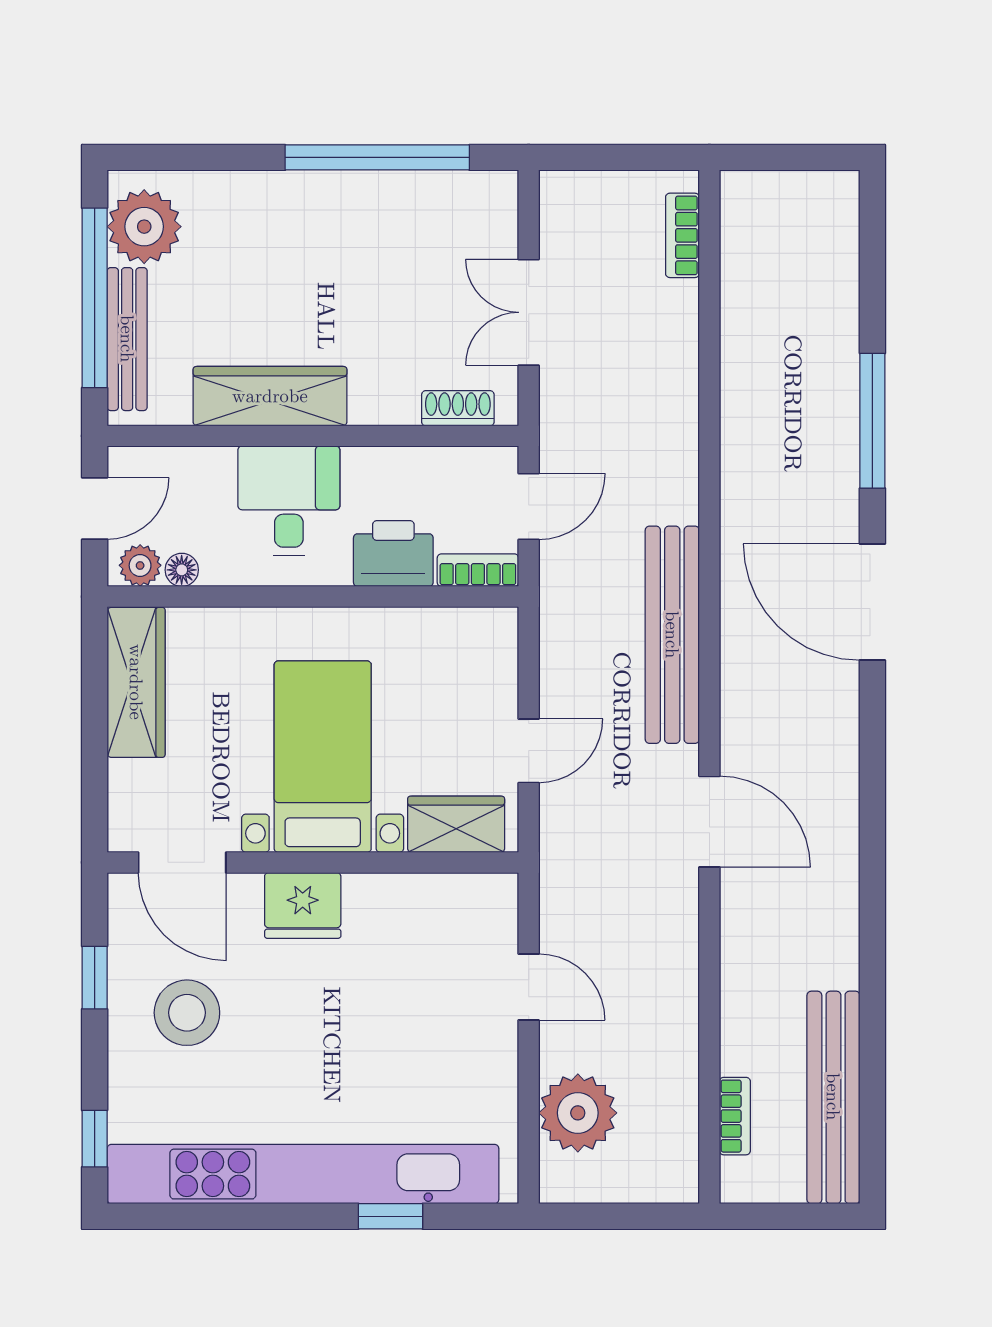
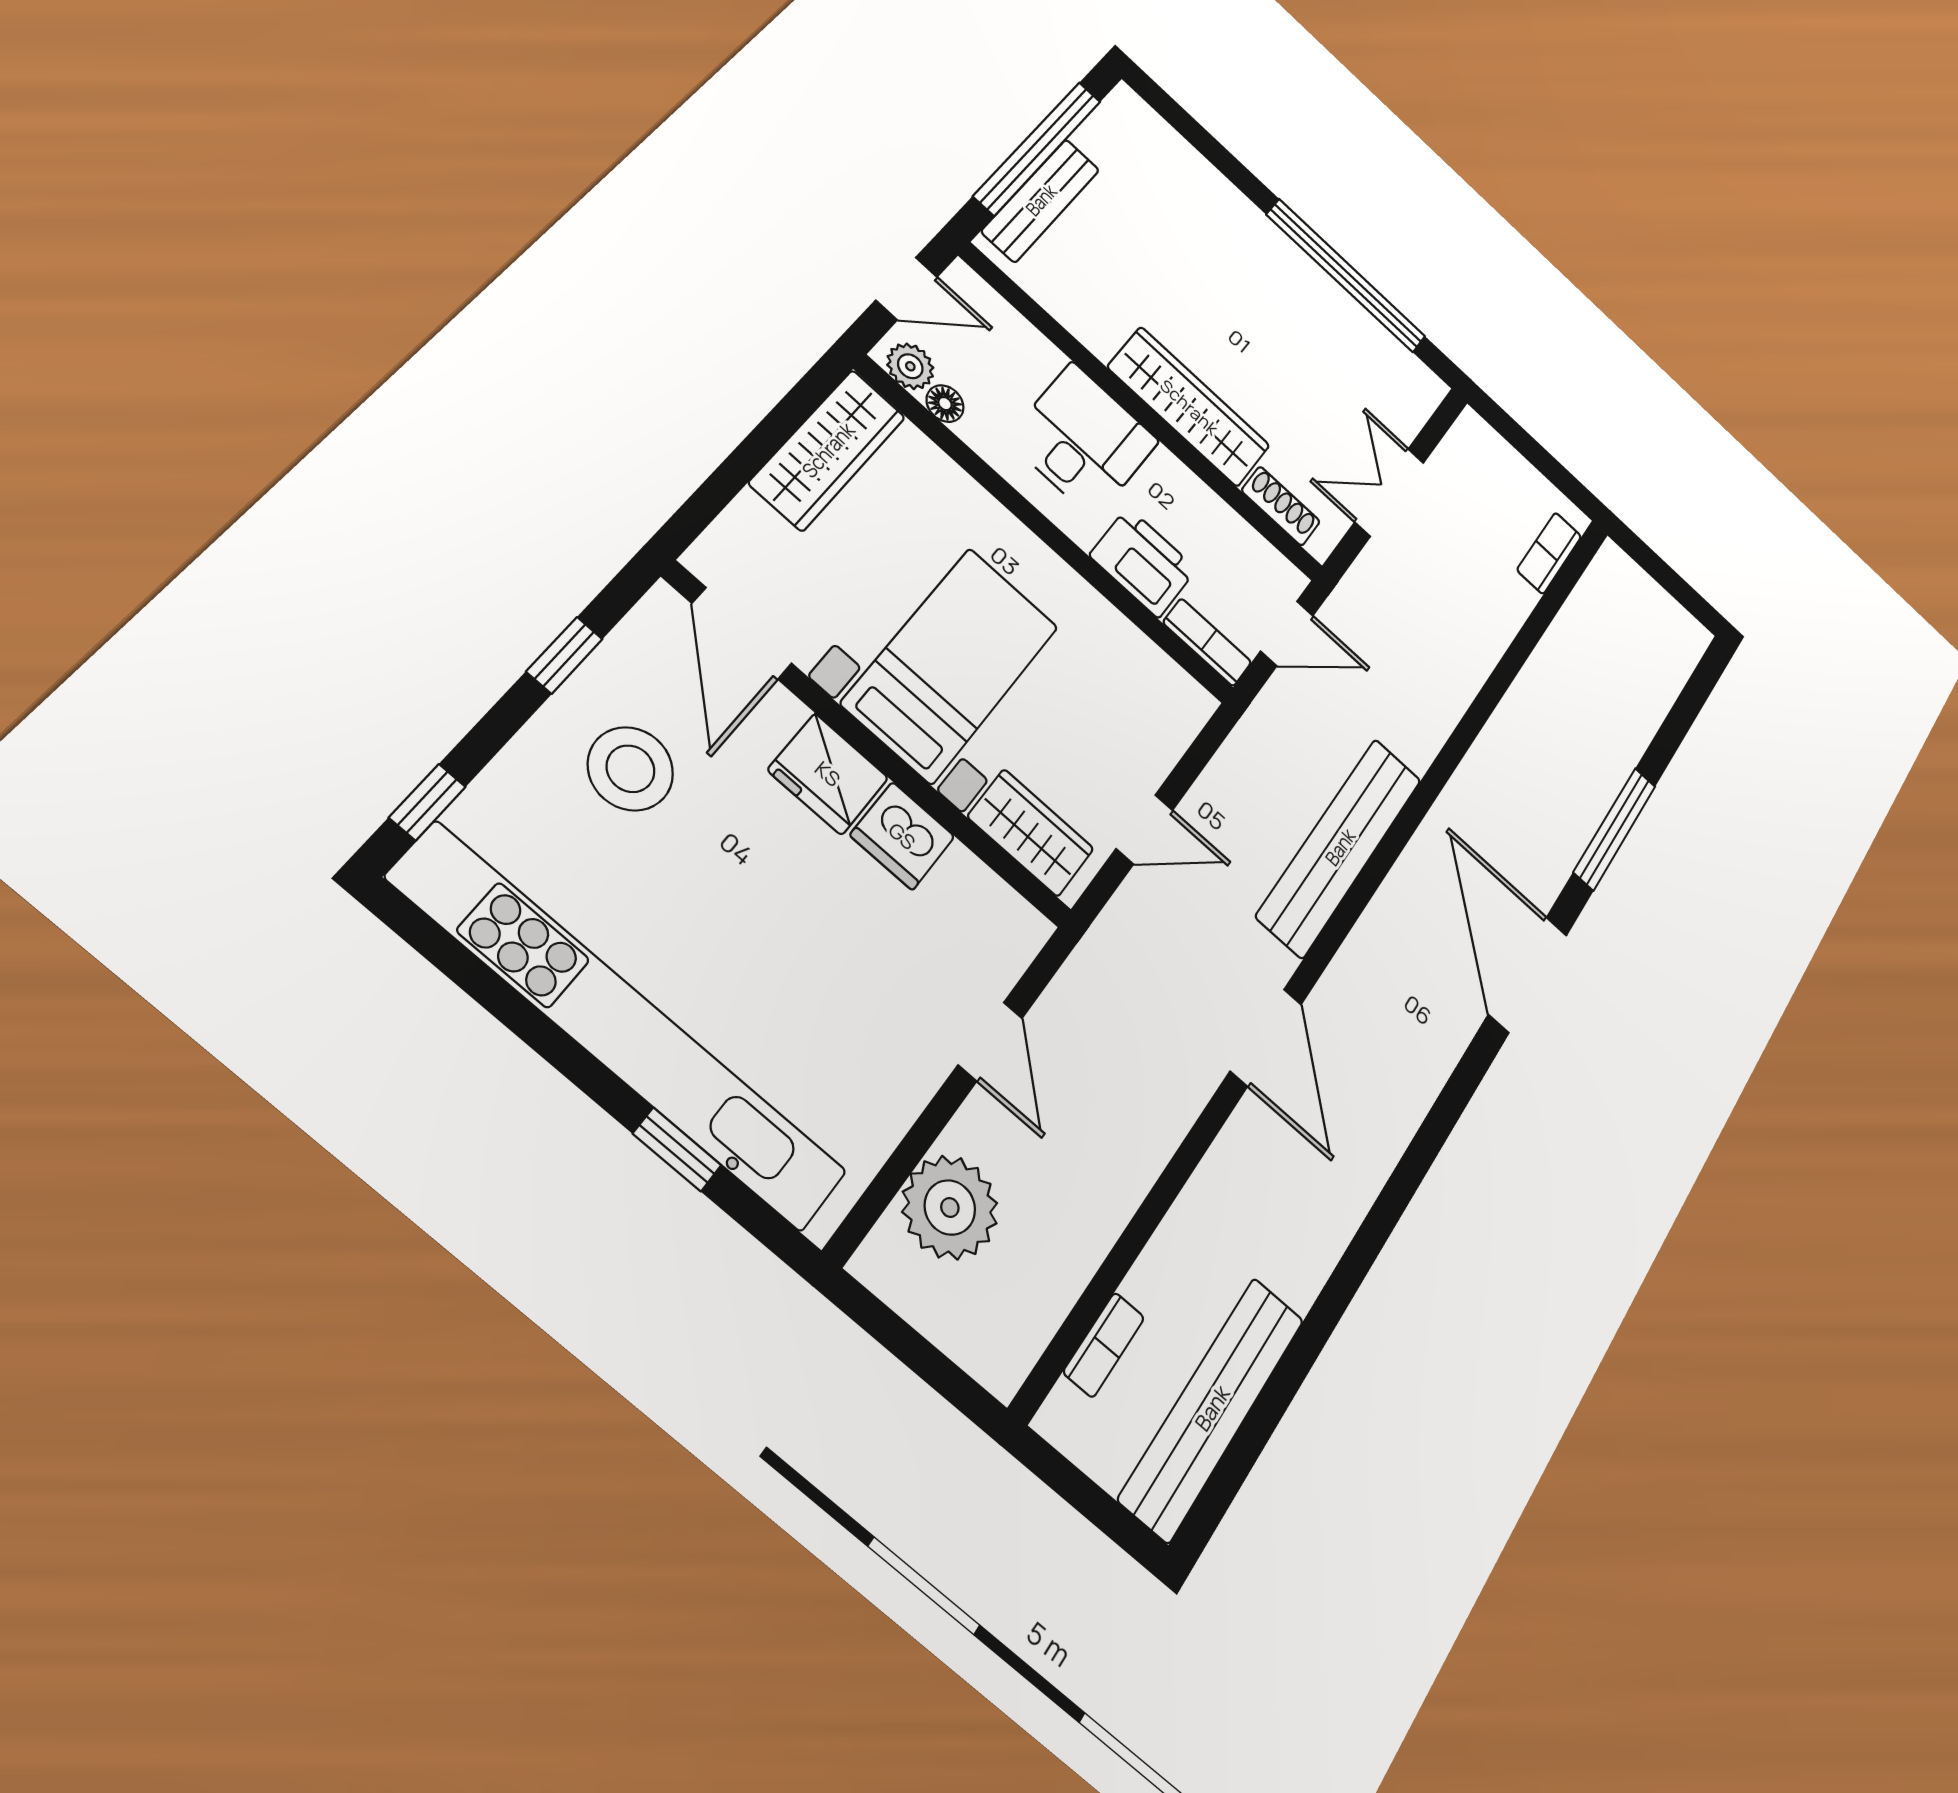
plant: (144, 227) -> (1120, 142), removed
wardrobe: (270, 396) -> (1189, 407), moved
dishwasher: (377, 903) -> (902, 836), added

